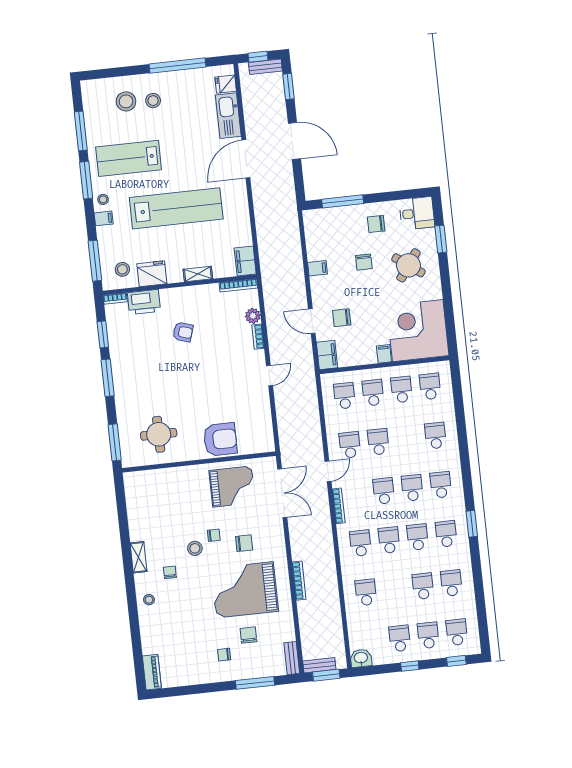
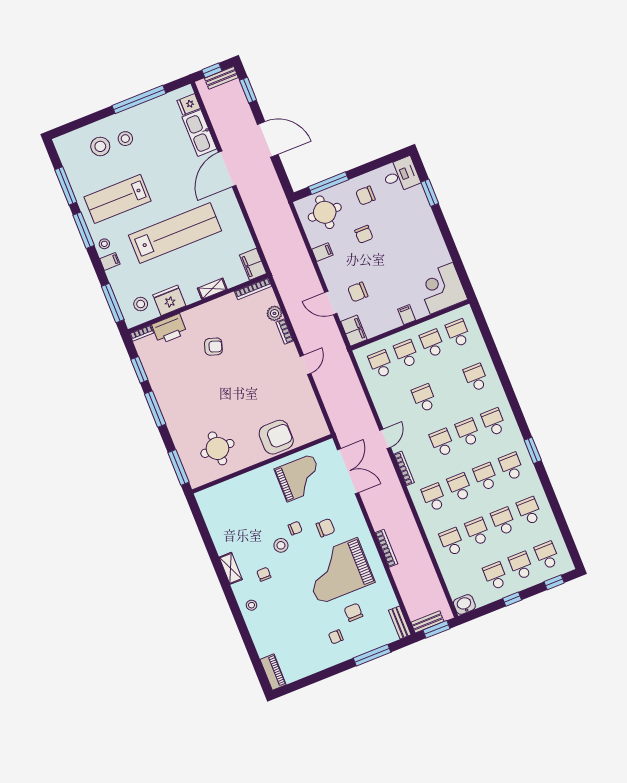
round table: (408, 265) -> (325, 212), moved, turned -36
corner desk: (418, 331) -> (442, 288), width x0.74, depth x0.74
school desk: (350, 445) -> (478, 532), moved

